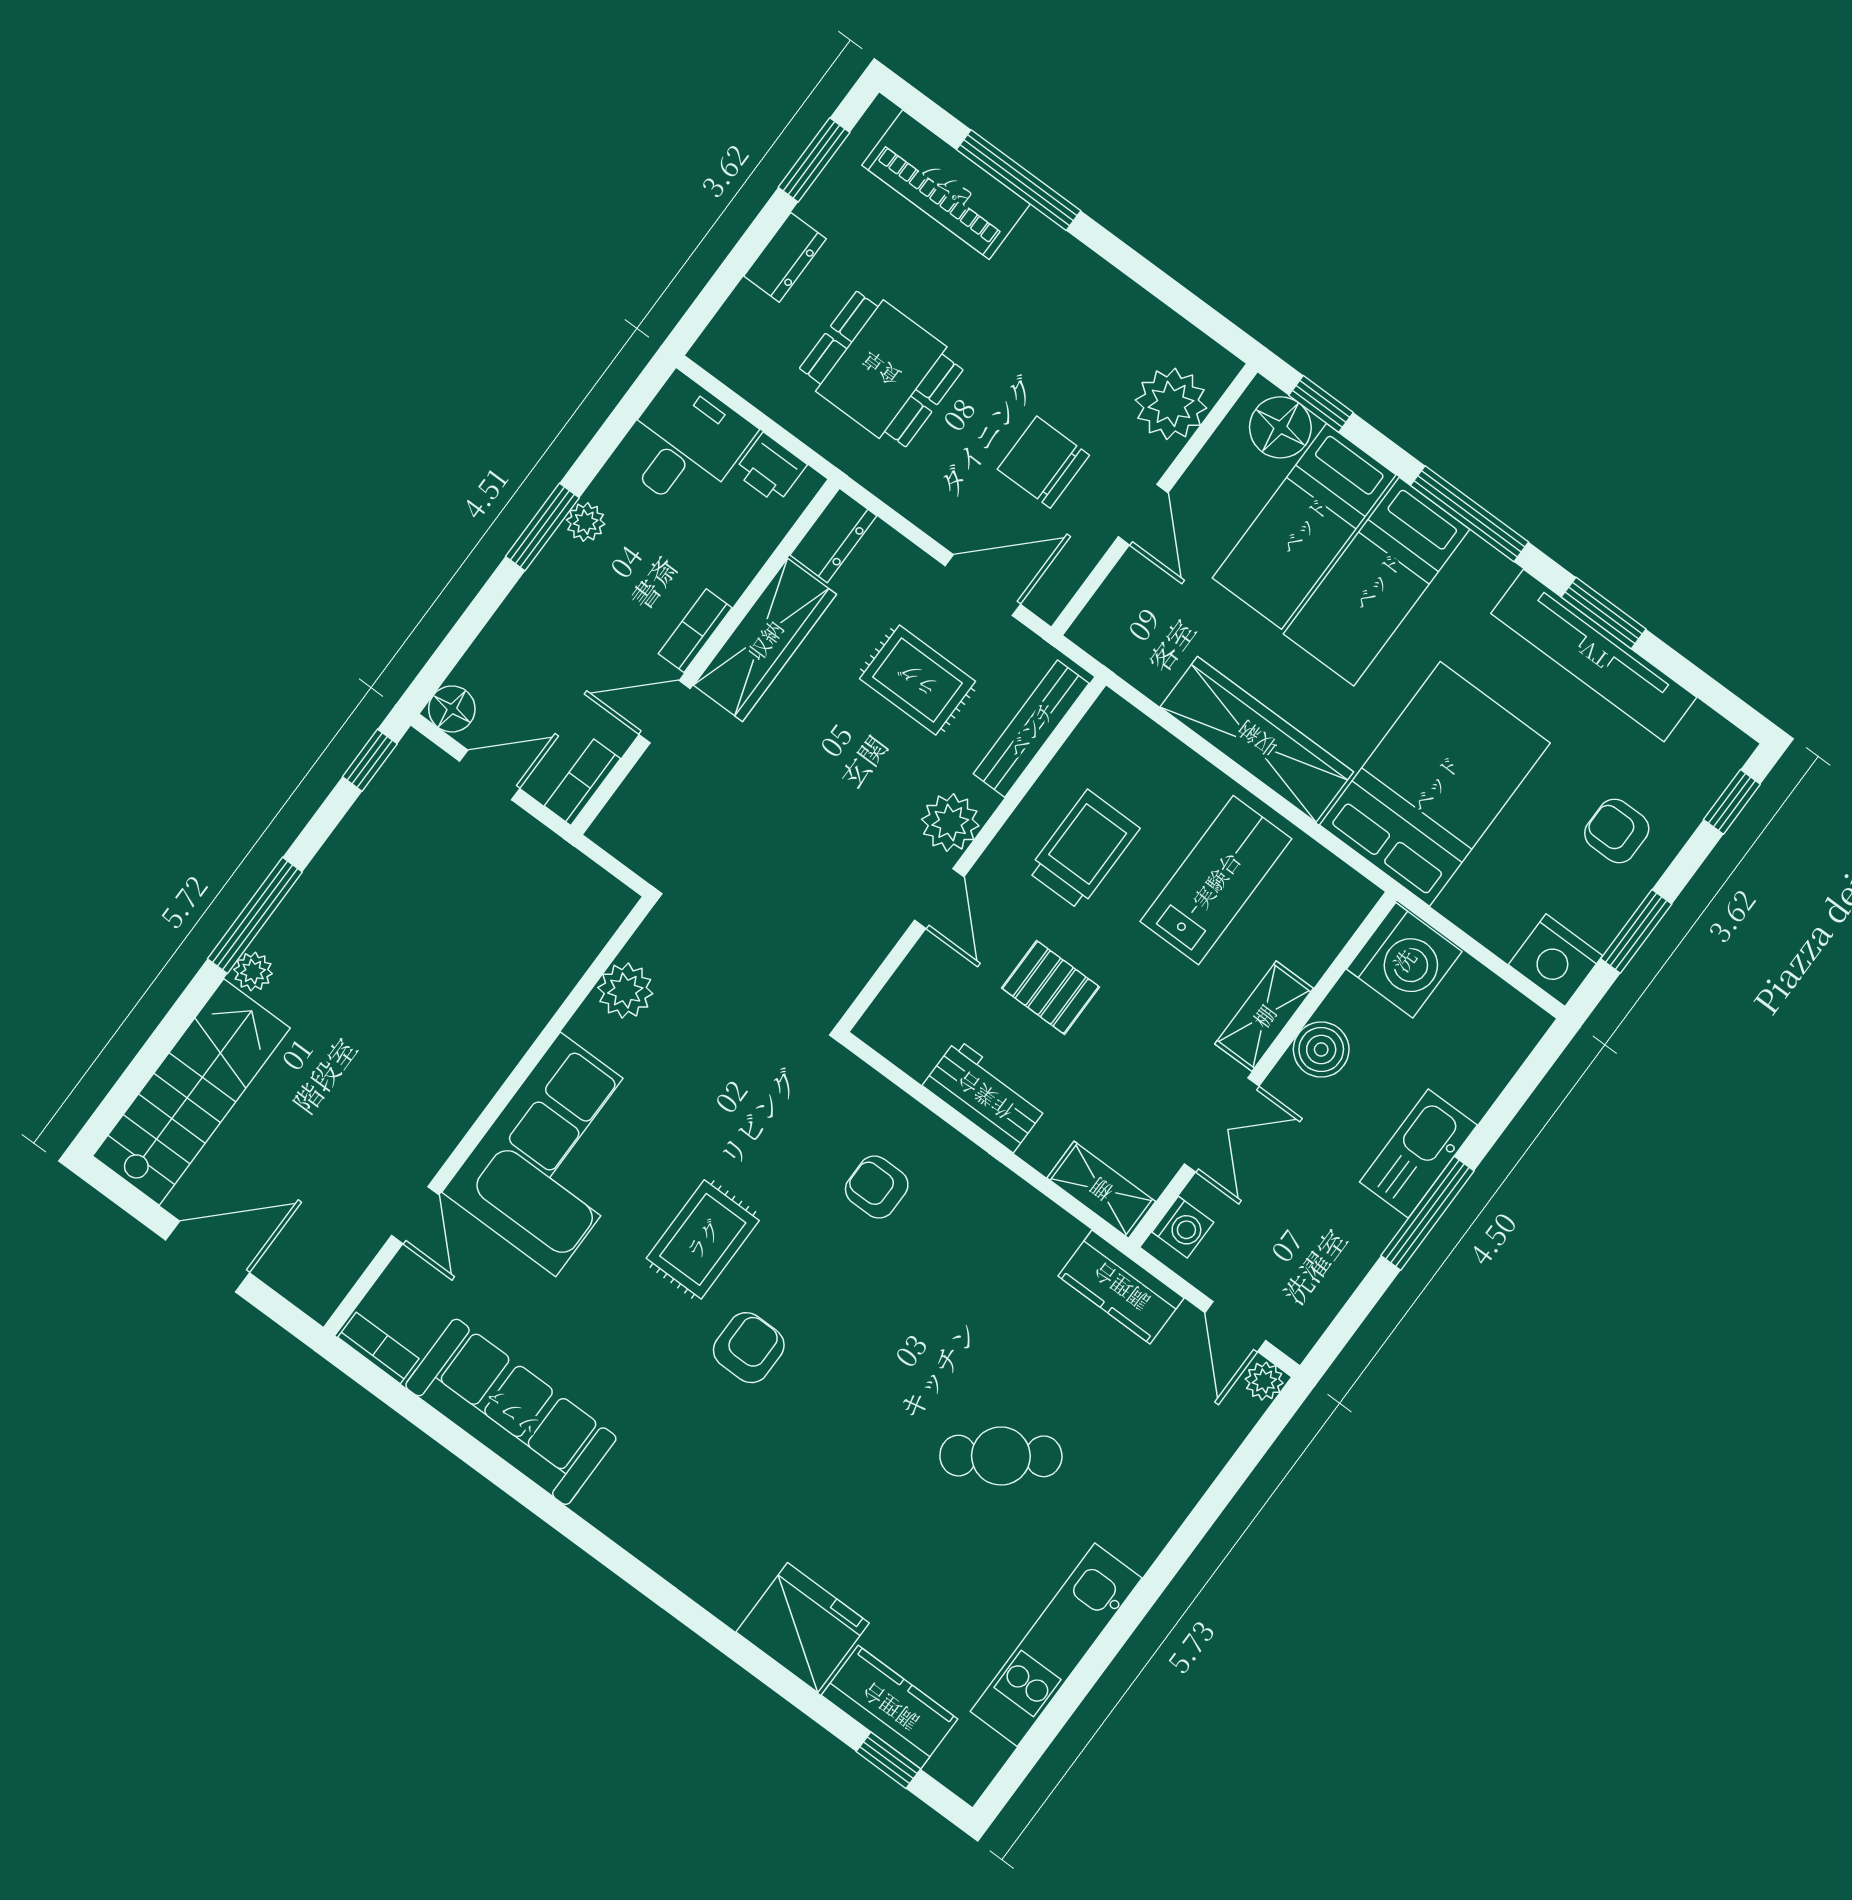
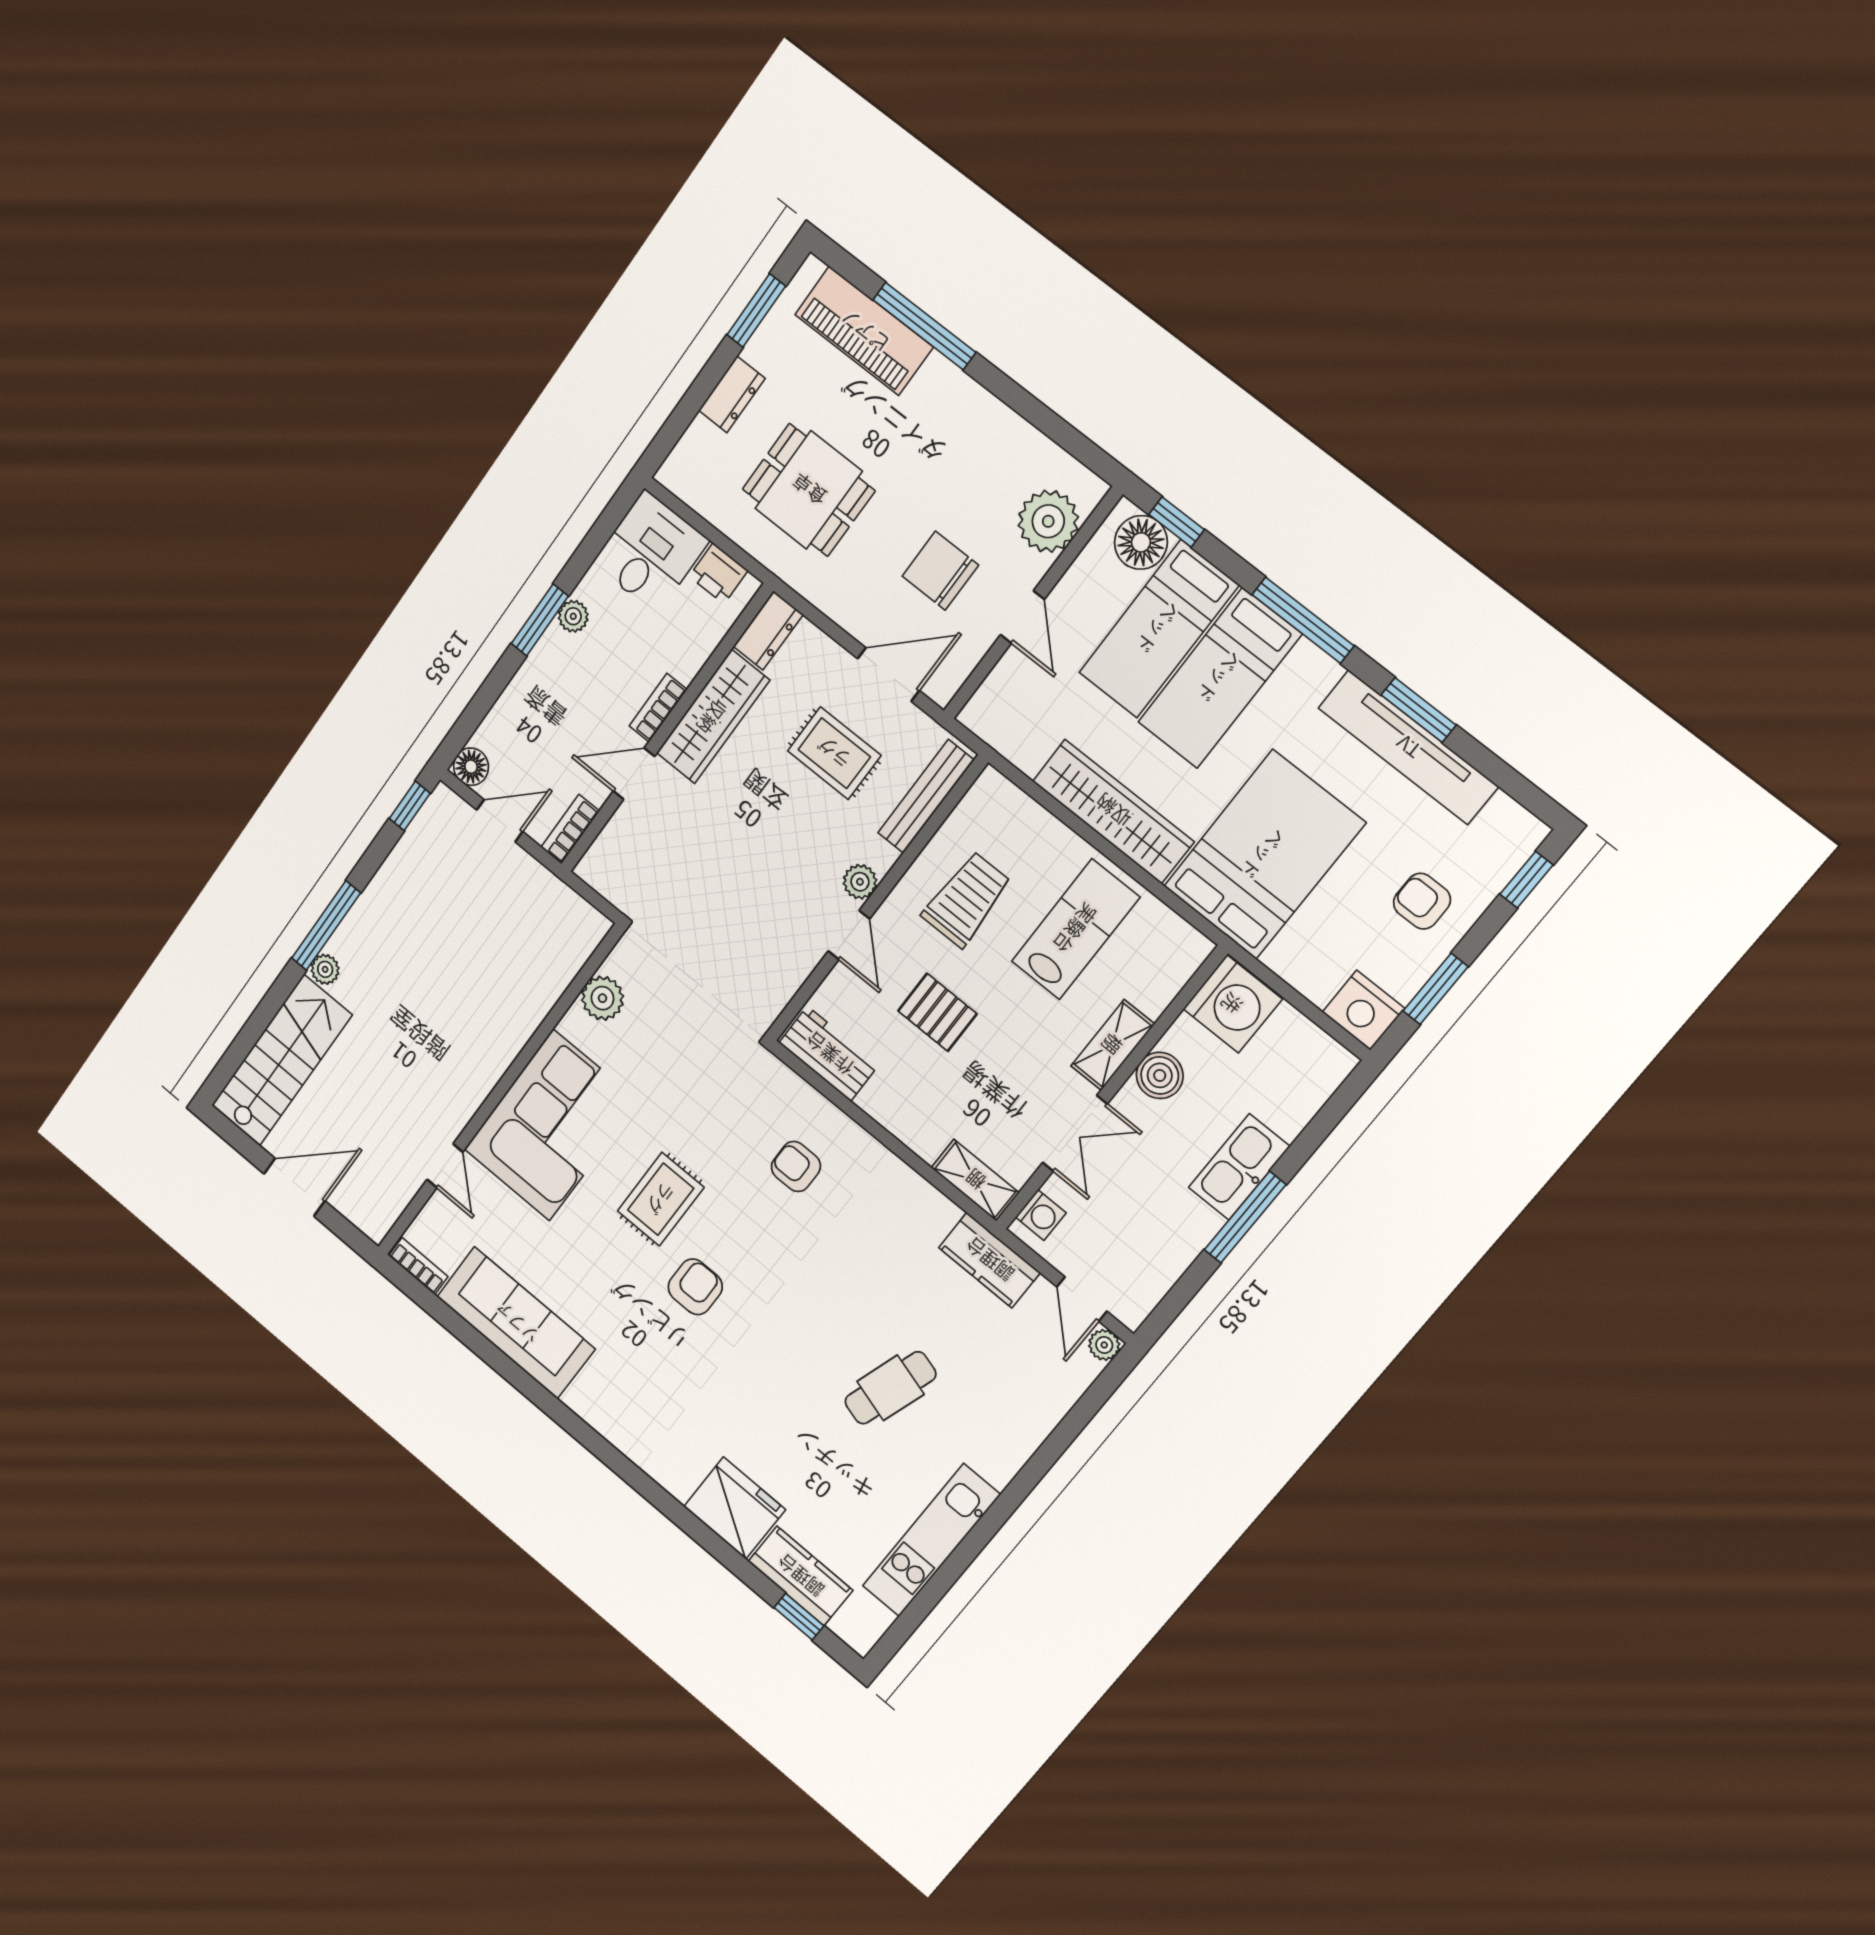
plant: (950, 822) -> (860, 882), width x0.73, depth x0.73
workbench: (985, 1096) -> (829, 1054), moved
cafe table: (1001, 1456) -> (890, 1388), turned -37

